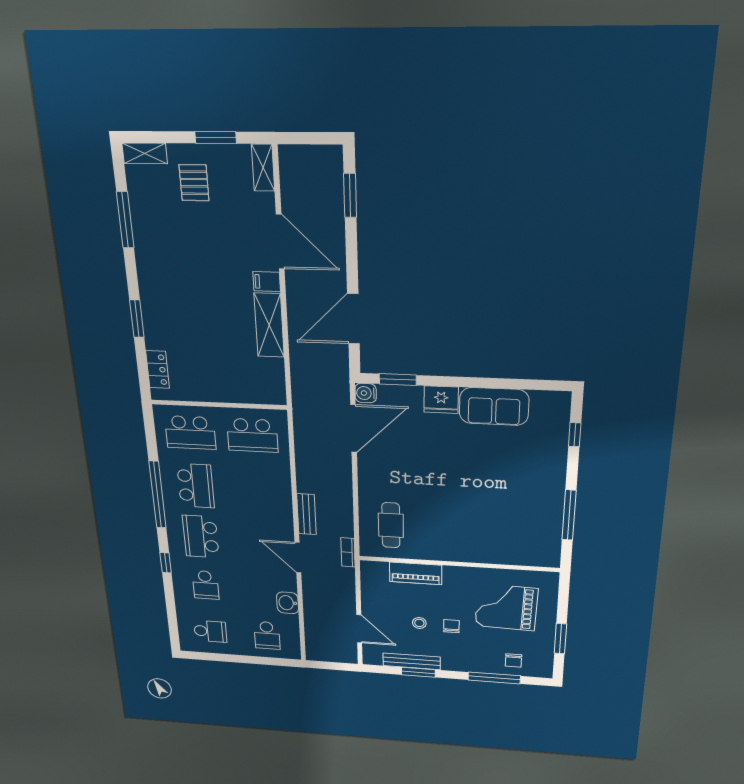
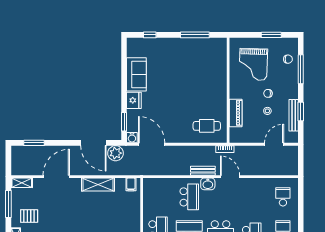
window: (216, 138) -> (8, 204), width x1.44
filing cabinet: (267, 282) -> (131, 184), moved
plant: (334, 361) -> (116, 153), added
school desk: (252, 435) -> (189, 197), moved
door: (298, 557) -> (230, 177), swing flipped
washbasin: (288, 603) -> (208, 184), moved
school desk: (267, 635) -> (283, 197), turned -90

